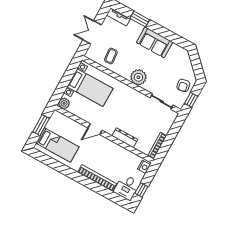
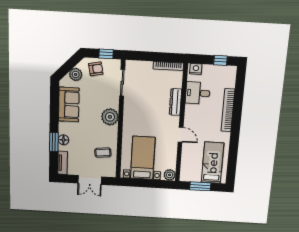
floor lamp: (138, 28) -> (63, 140), added
sofa: (155, 42) -> (69, 105), moved
plant: (187, 67) -> (76, 74), added
desk: (127, 187) -> (198, 93), moved, turned 180

